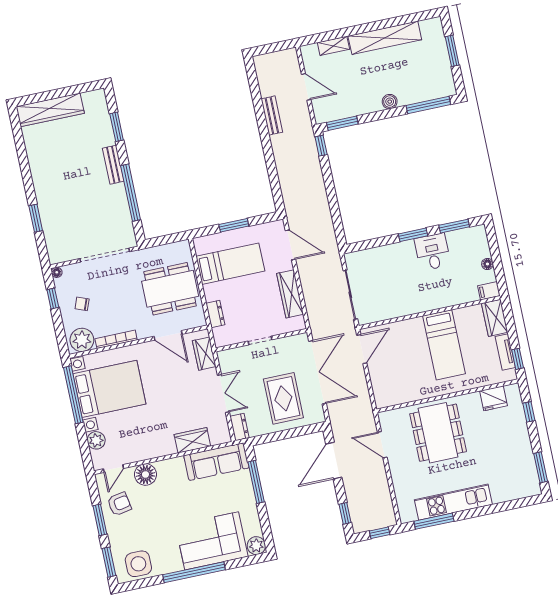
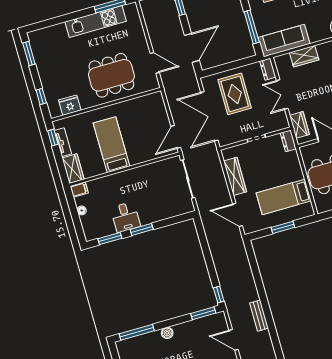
dresser: (215, 314) -> (288, 141), moved
dining table: (438, 433) -> (111, 75), turned 90

